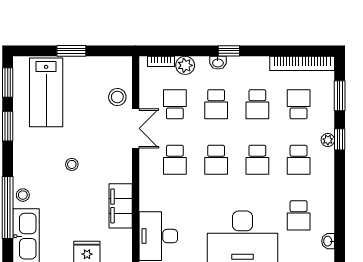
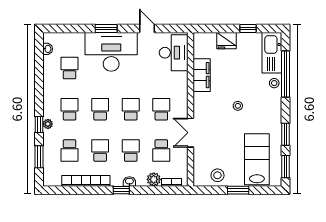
bookcase: (302, 63) -> (86, 181), moved
stool: (117, 97) -> (217, 175), moved

